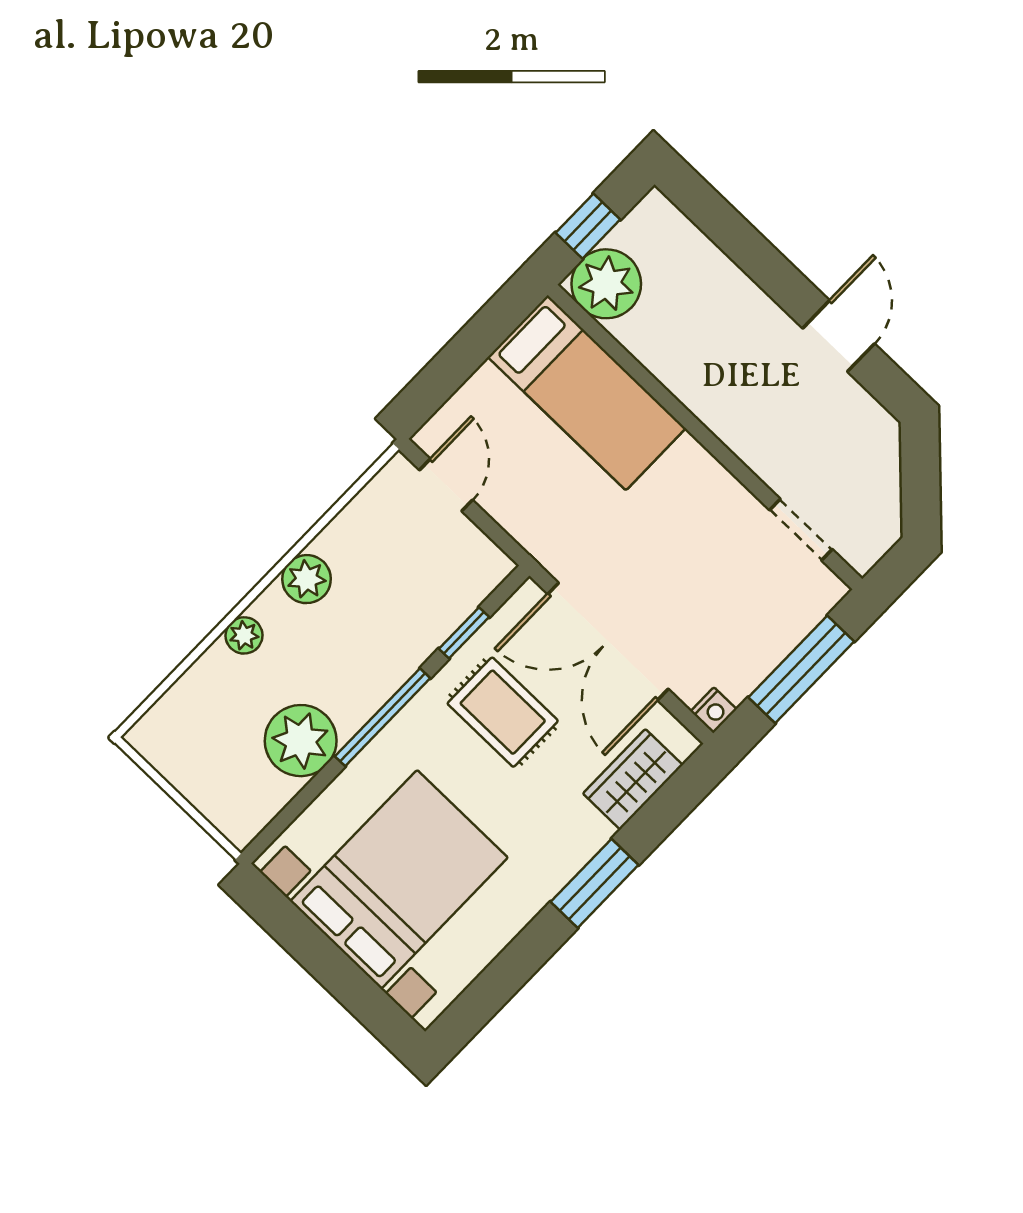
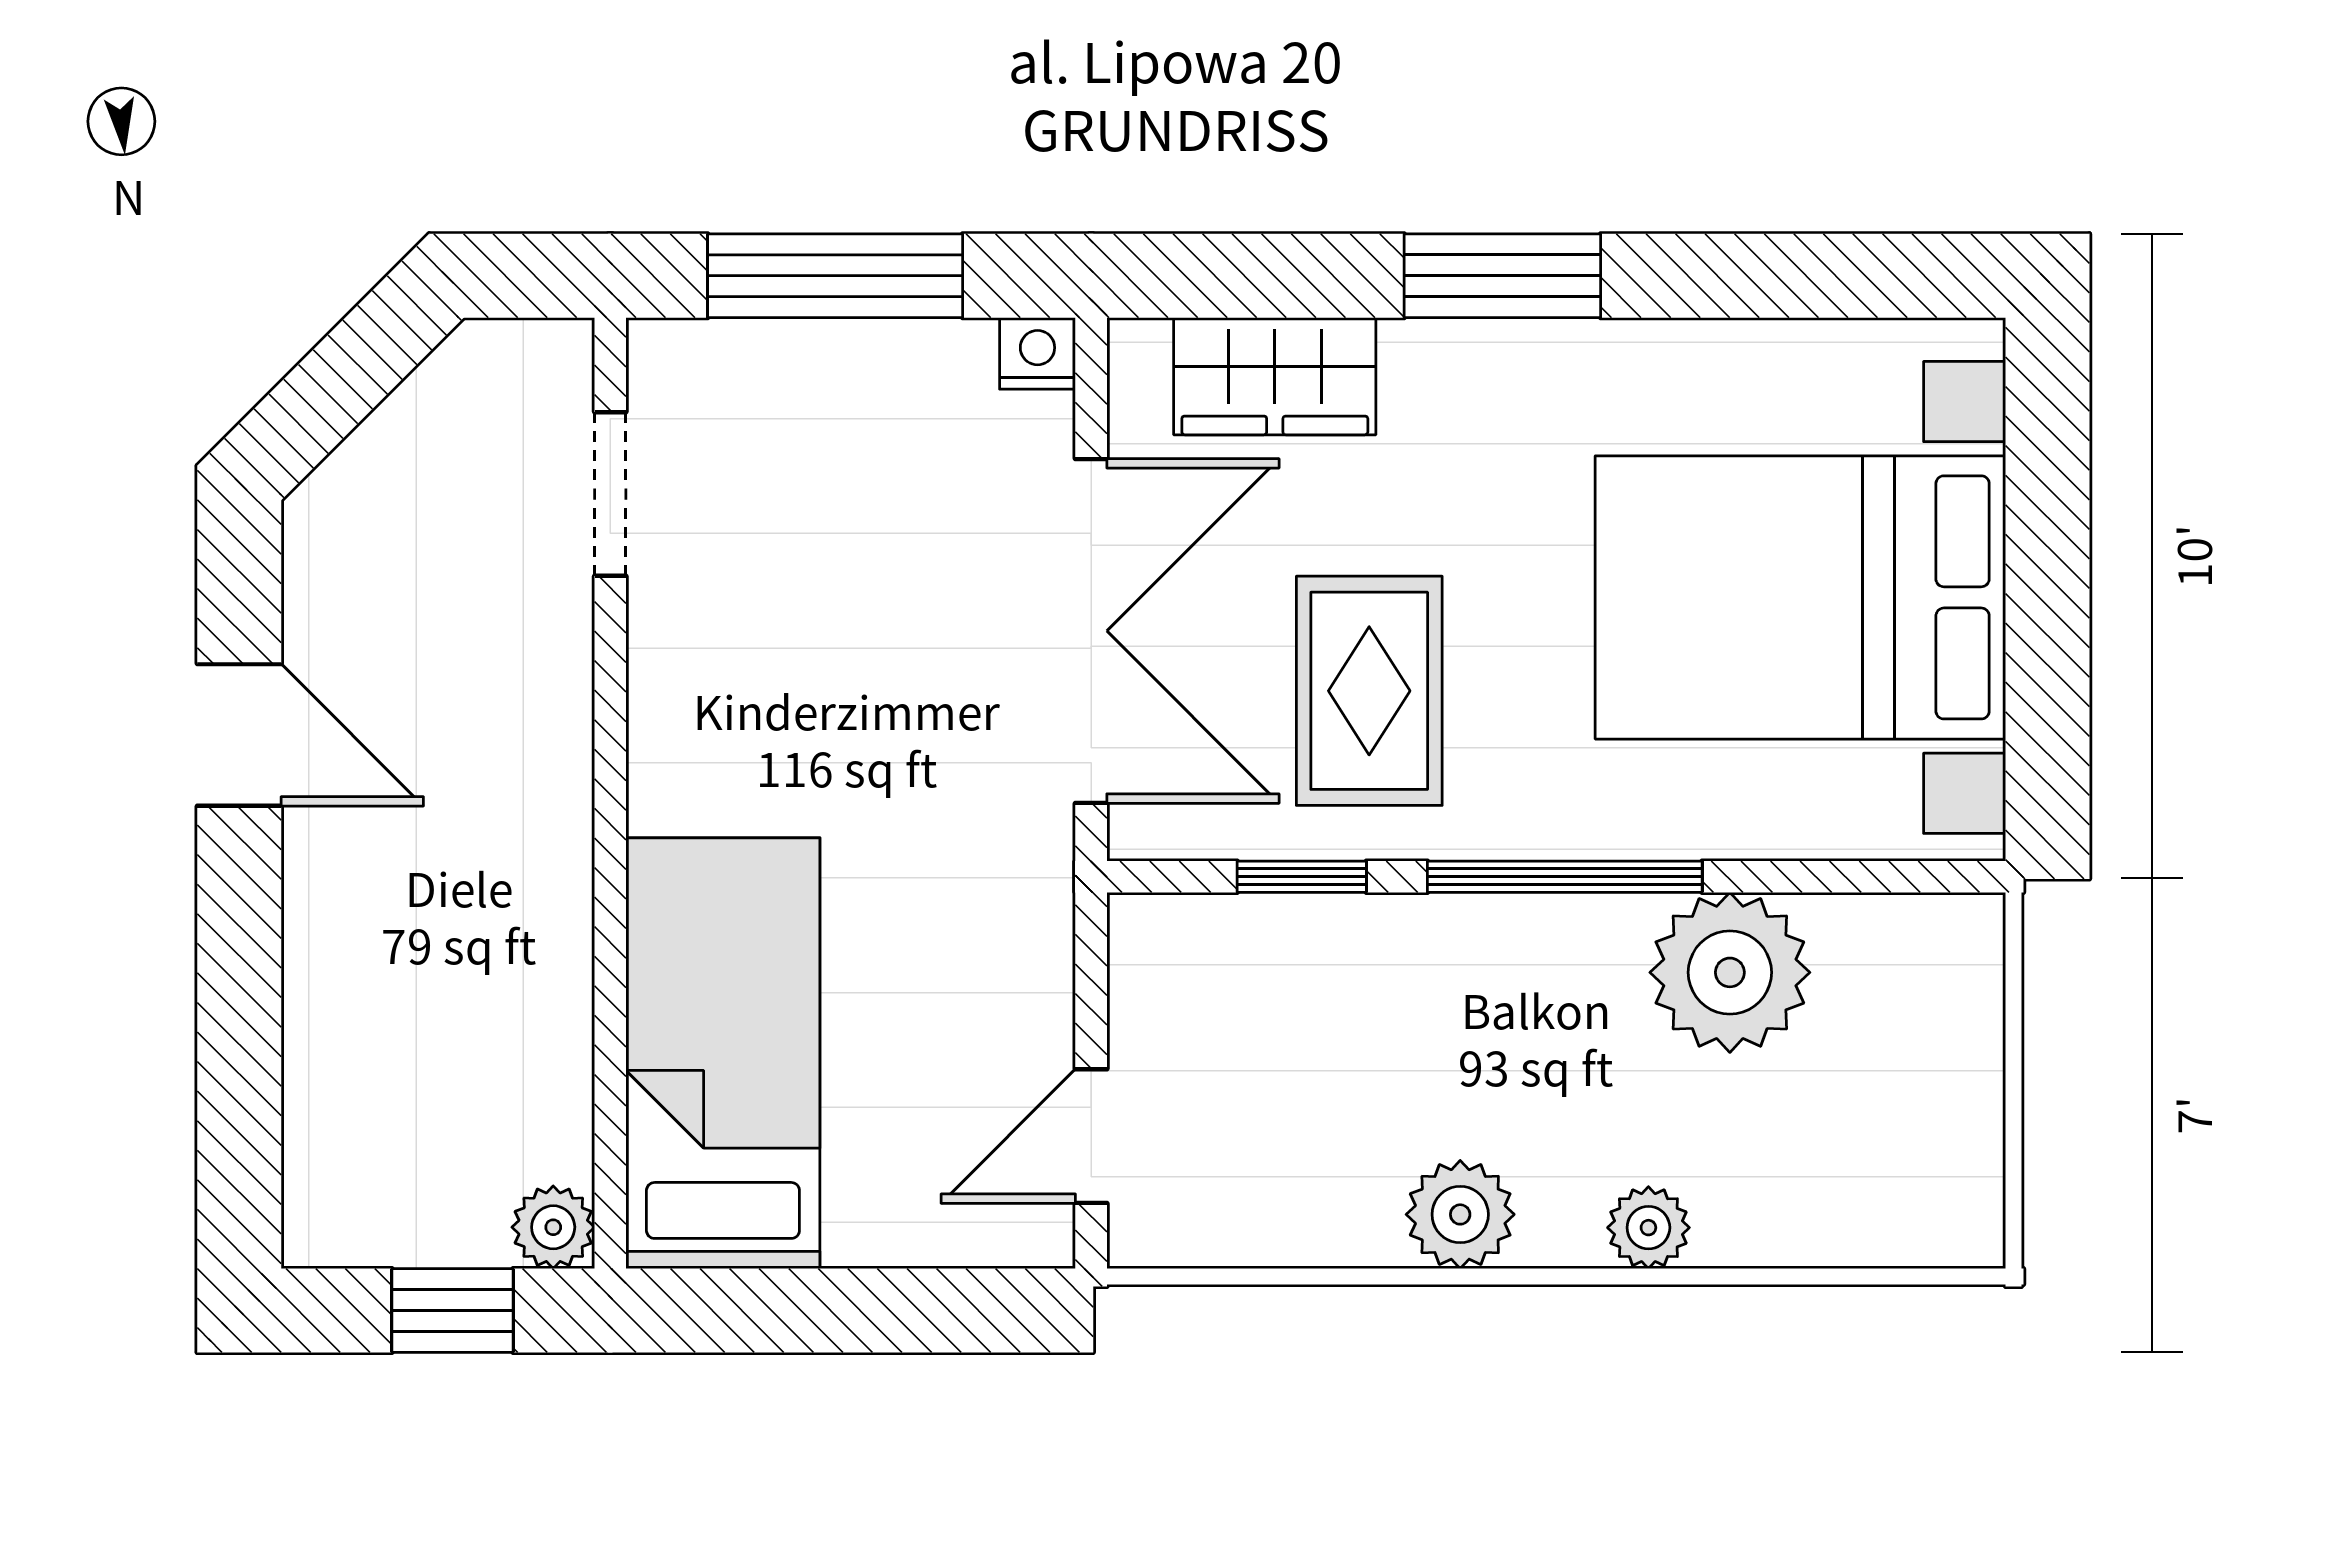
plant: (606, 284) -> (553, 1227), width x0.53, depth x0.53
door: (839, 336) -> (239, 735), swing flipped

